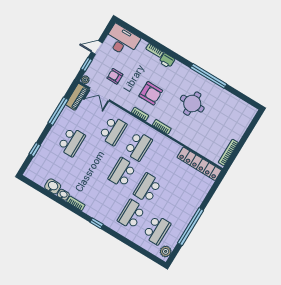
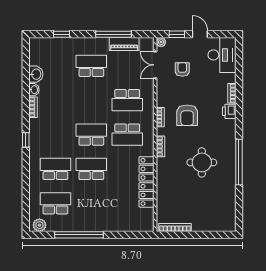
piano: (77, 97) -> (124, 44), moved
school desk: (71, 142) -> (91, 66), turned 180
locker: (199, 164) -> (146, 182), moved
school desk: (157, 230) -> (55, 203), turned 180

